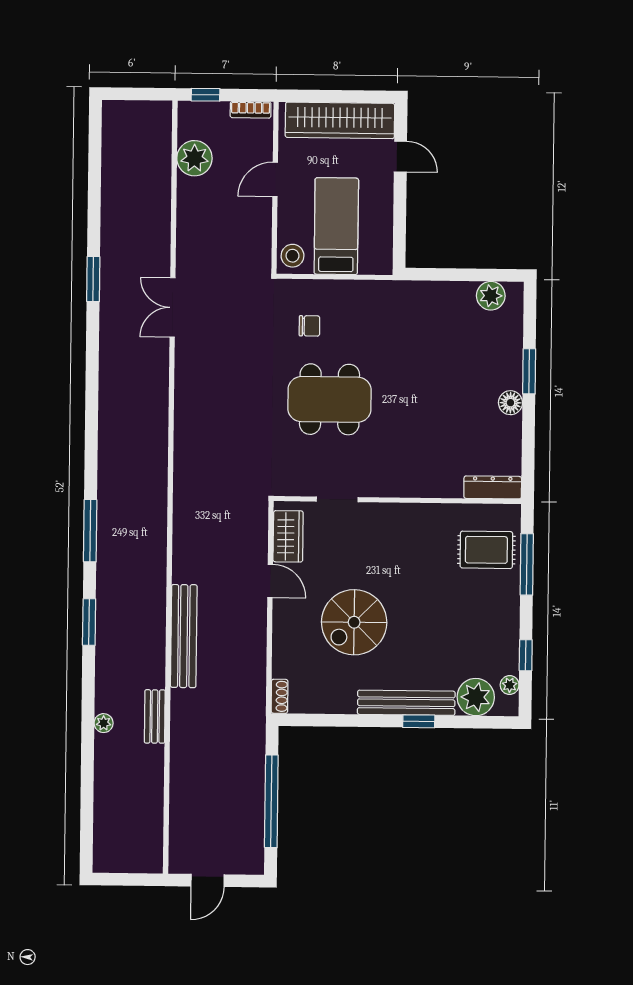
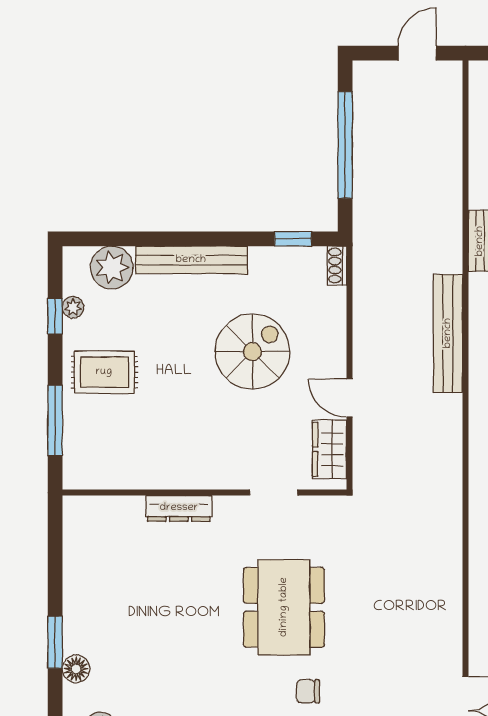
dining table: (329, 399) -> (284, 607), turned 90
floor lamp: (510, 403) -> (76, 669), moved
dresser: (493, 487) -> (179, 508), moved
rug: (486, 550) -> (104, 372), moved
plant: (510, 685) -> (73, 307), moved
window: (419, 721) -> (293, 239), moved

